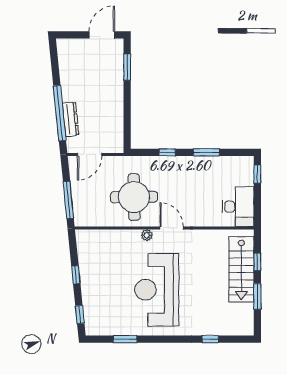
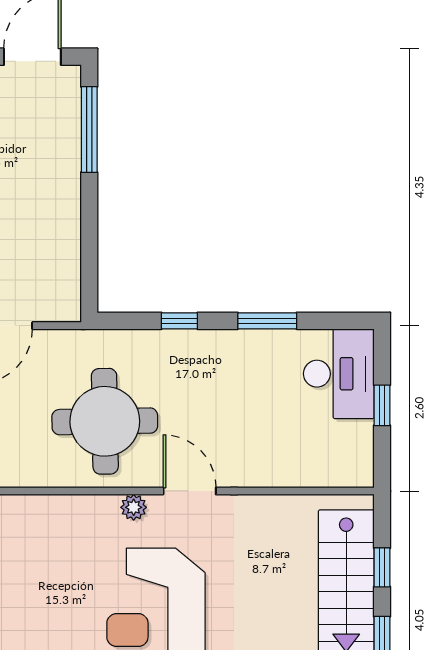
window: (127, 67) -> (89, 129), width x1.44
window: (257, 174) -> (382, 405), moved
desk: (238, 207) -> (339, 374), moved

